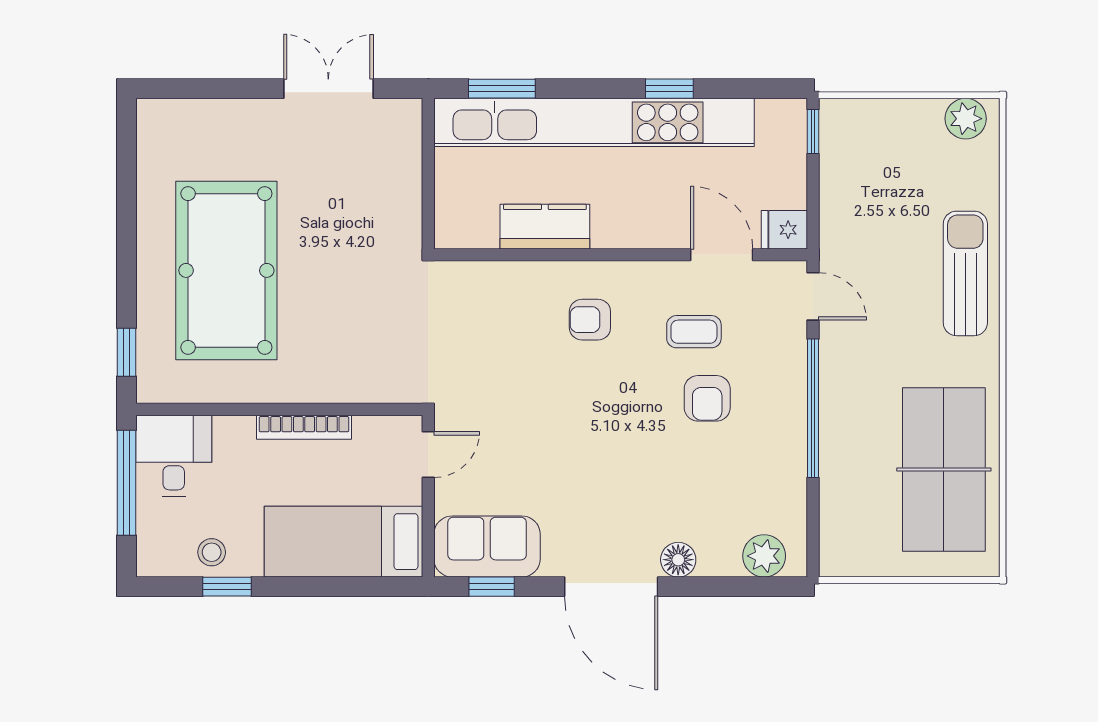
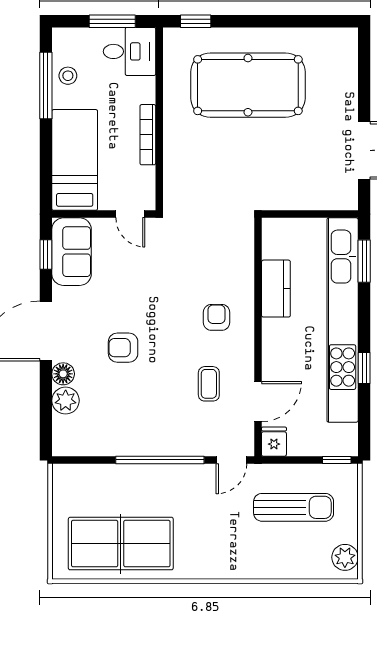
sun lounger: (965, 273) -> (294, 507), moved
armchair: (707, 398) -> (123, 348), moved
window: (126, 483) -> (112, 21), width x0.69
plant: (764, 556) -> (66, 401), moved
window: (227, 587) -> (46, 86), width x2.17

